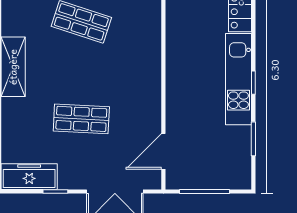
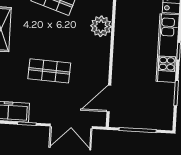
plant: (147, 55) -> (101, 26), added

